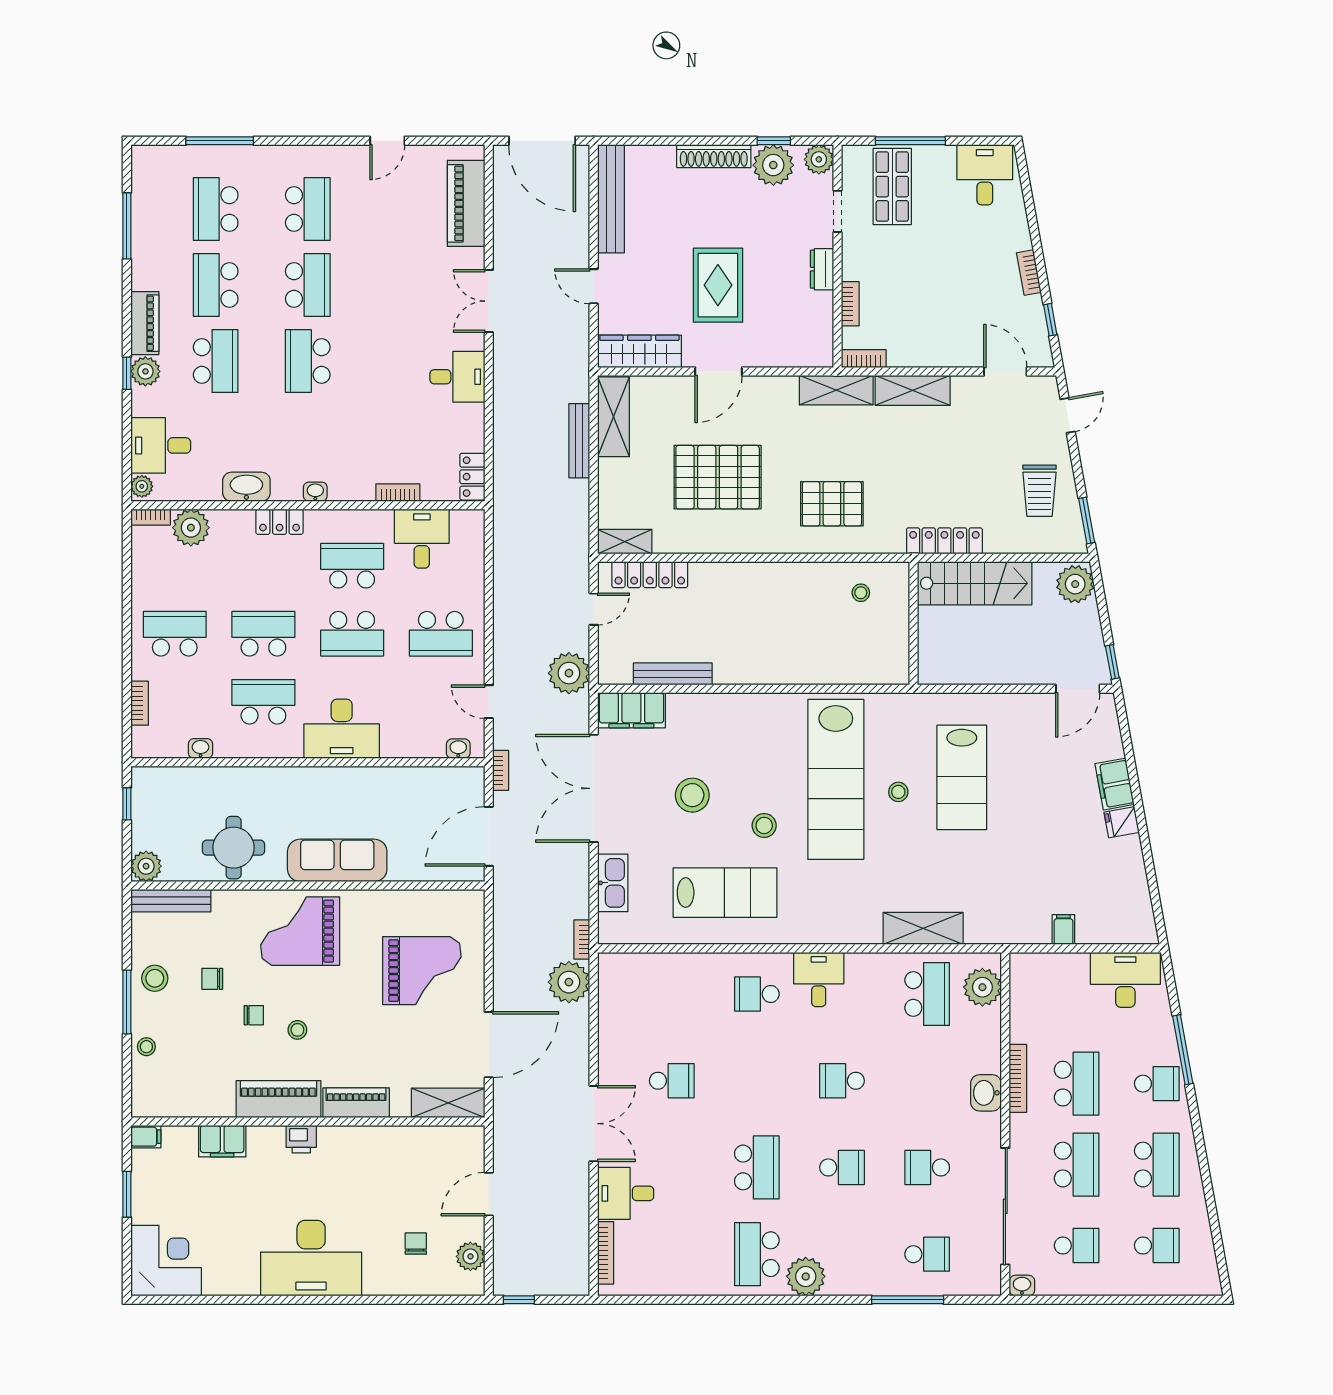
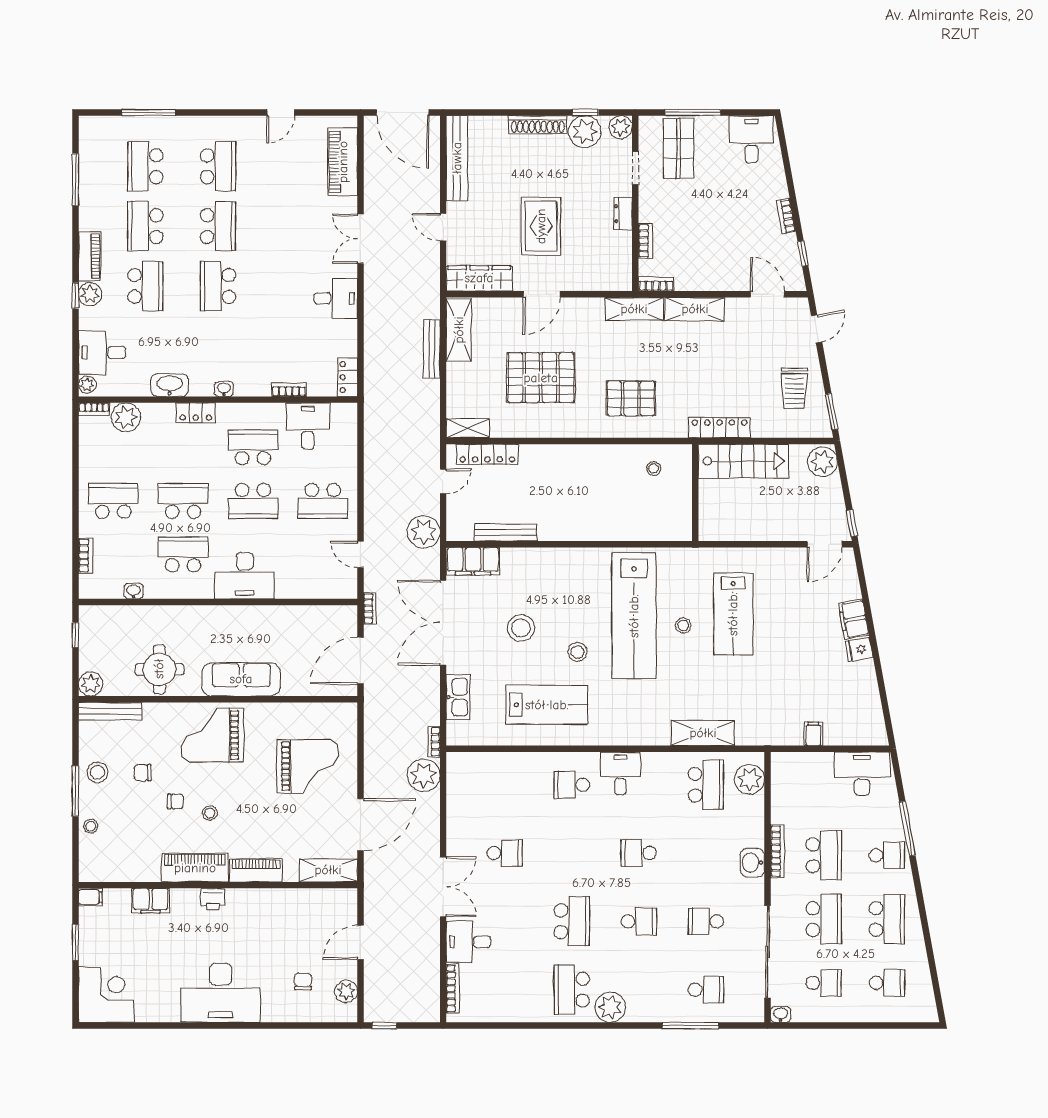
washbasin: (458, 749) -> (337, 591), removed

